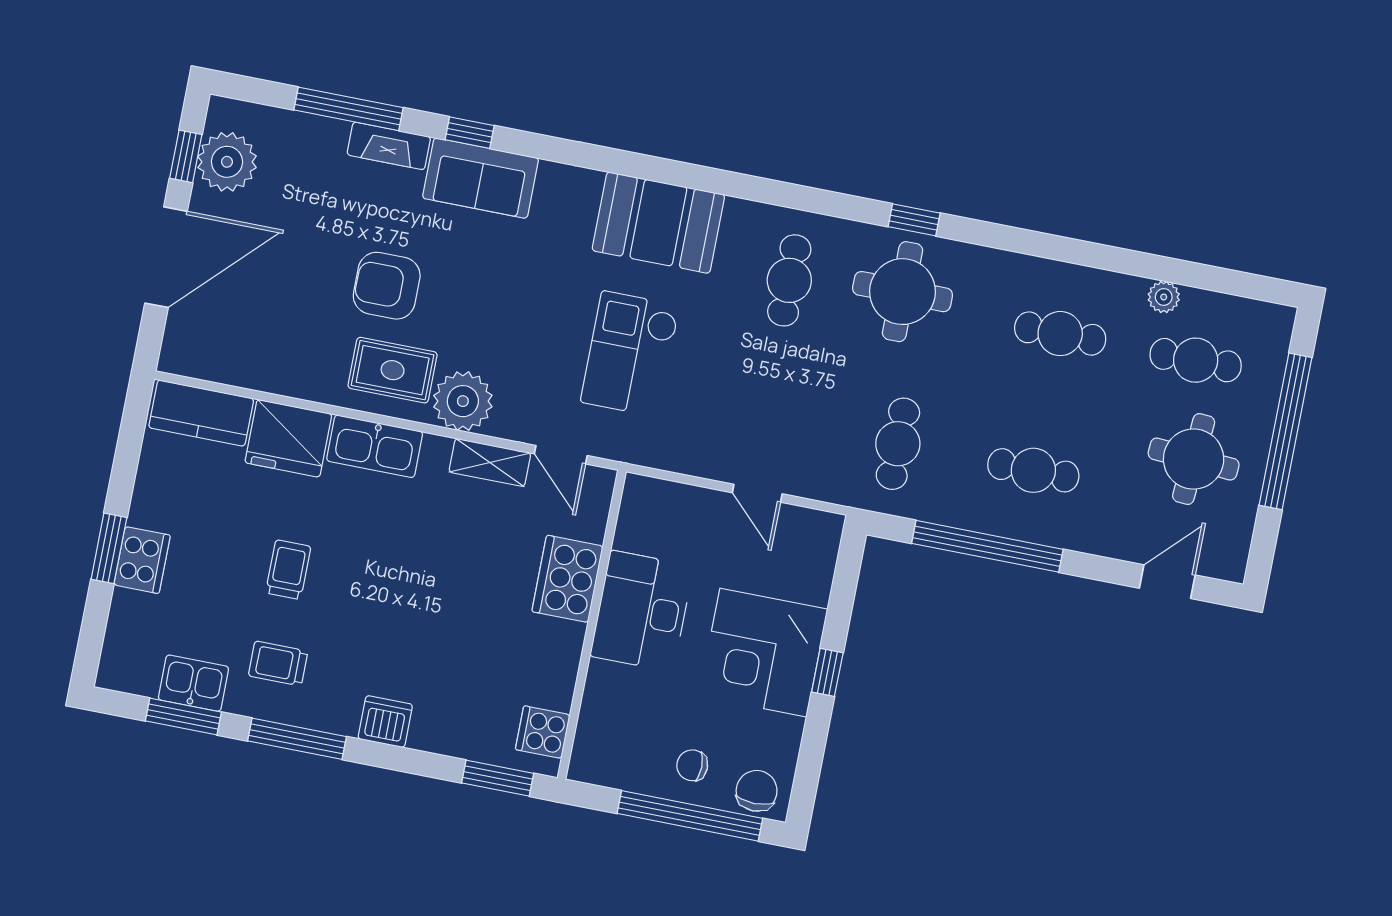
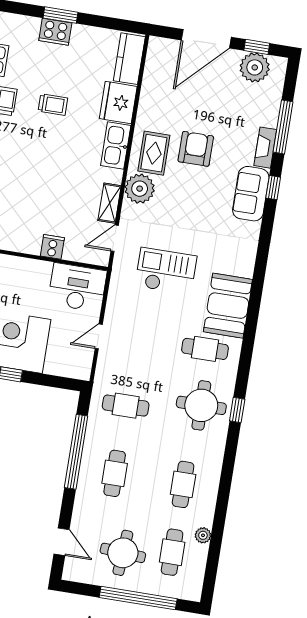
booth: (658, 223) -> (228, 306), moved
door: (166, 257) -> (206, 39), hinge flipped
cooker: (567, 579) -> (52, 247), width x0.53, depth x0.76
desk: (642, 611) -> (77, 287), moved

